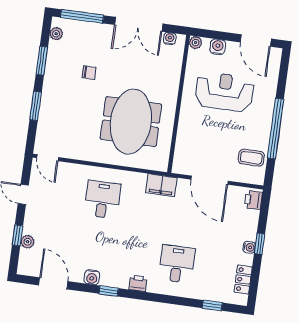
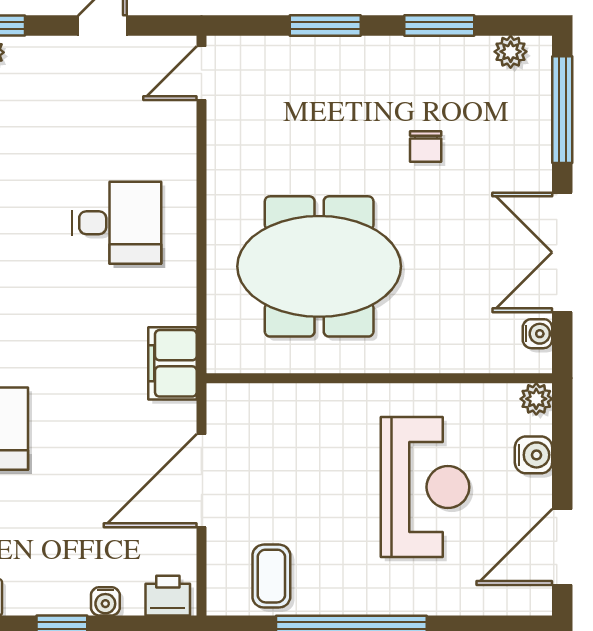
water cooler: (249, 247) -> (105, 601), moved

